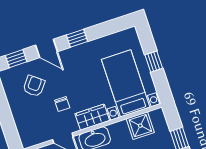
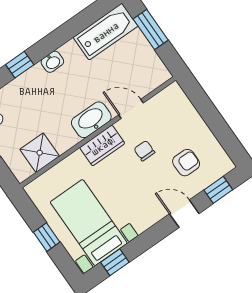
window: (77, 38) -> (115, 262), moved
bed with nightstands: (126, 83) -> (89, 223), moved, turned 180
armchair: (34, 86) -> (186, 163), turned -128

